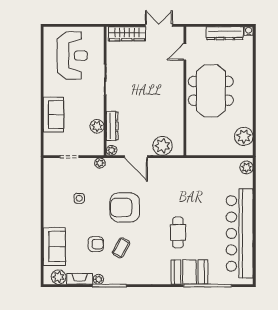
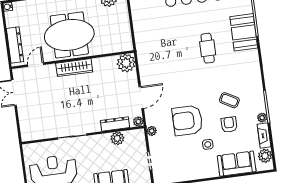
dresser: (225, 33) -> (15, 45), moved
wardrobe: (127, 34) -> (74, 68), moved, turned 90
door: (185, 52) -> (36, 65), swing flipped
plant: (163, 146) -> (126, 63), moved
side table: (79, 198) -> (208, 144), moved
armchair: (125, 207) -> (187, 120), moved, turned 90
cafe table: (178, 232) -> (208, 48), turned 90

